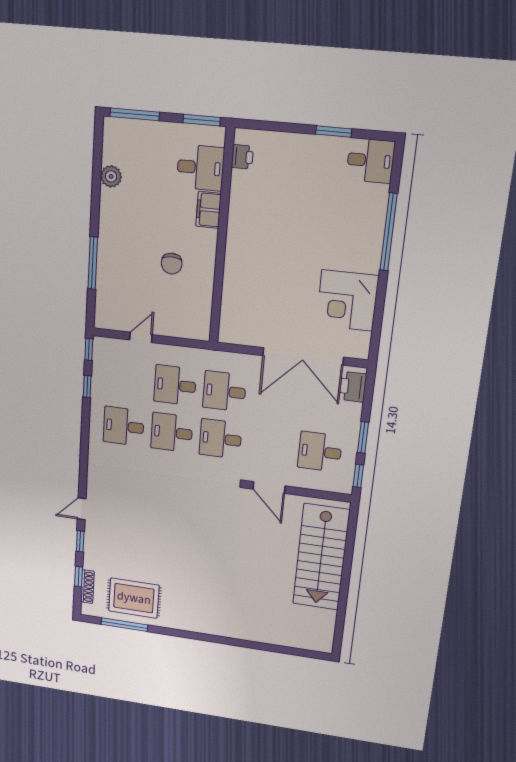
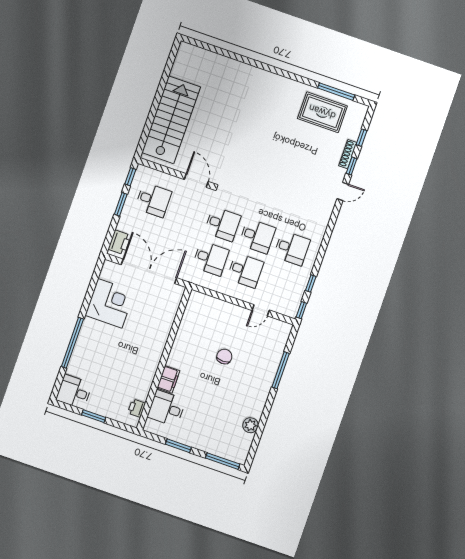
printer: (242, 157) -> (137, 408), moved
desk: (200, 168) -> (167, 408), moved
filing cabinet: (209, 210) -> (168, 379), moved
wall: (222, 238) -> (164, 359), moved
shoe rack: (87, 587) -> (348, 154), moved

